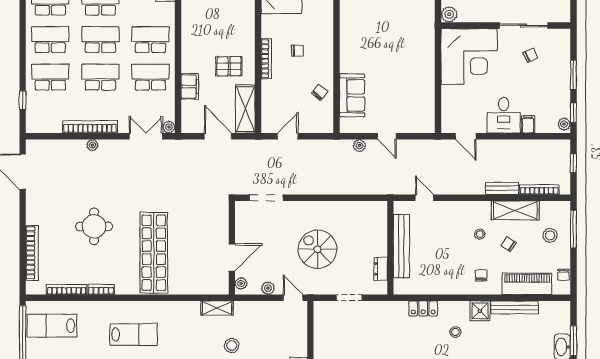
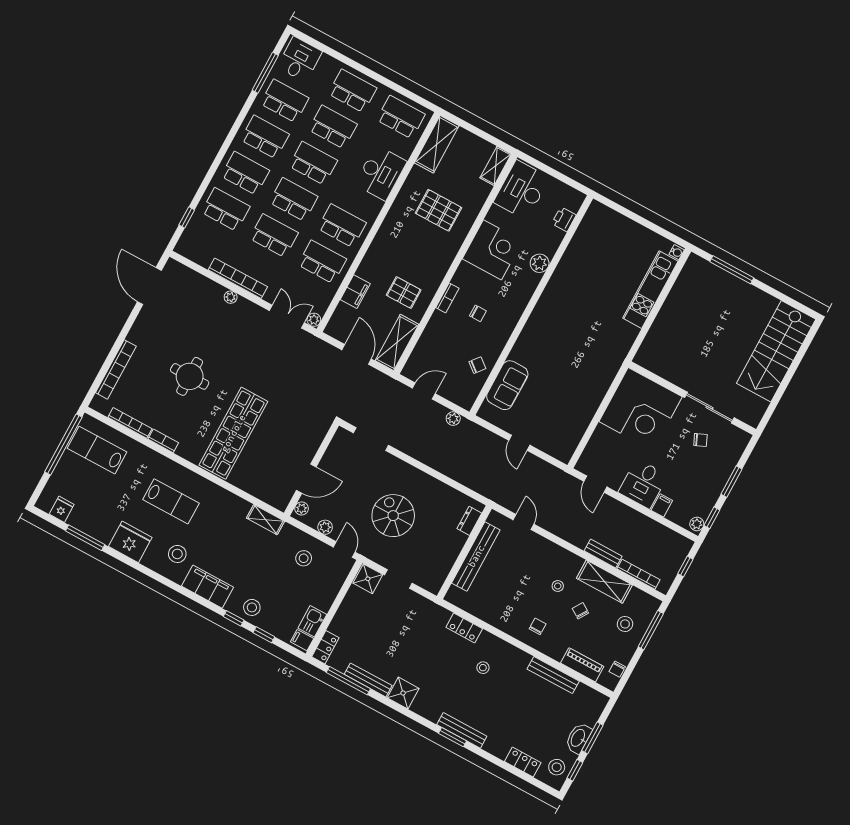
plant: (449, 14) -> (643, 358), removed
bookcase: (266, 59) -> (447, 298), width x0.64
plant: (359, 146) -> (453, 419), moved
dresser: (381, 269) -> (469, 521), moved
piano: (527, 284) -> (582, 665), width x0.73, depth x0.75
shower: (480, 311) -> (368, 579), moved
stool: (232, 346) -> (304, 558), moved

